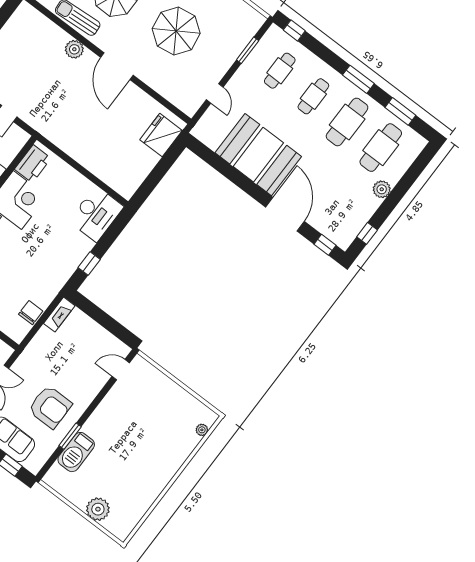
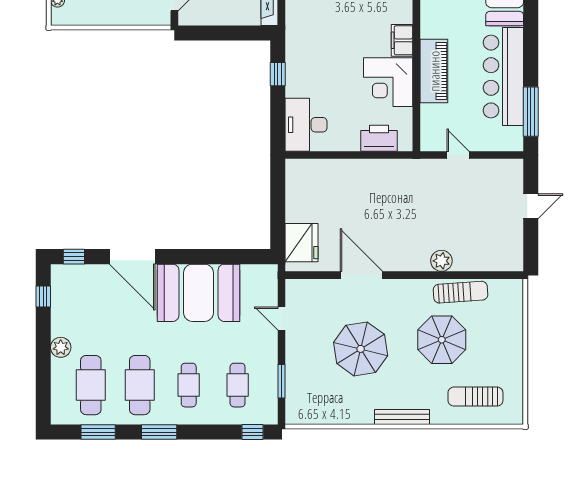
door: (117, 66) -> (361, 275), moved
printer: (33, 164) -> (379, 138), moved, turned 90

